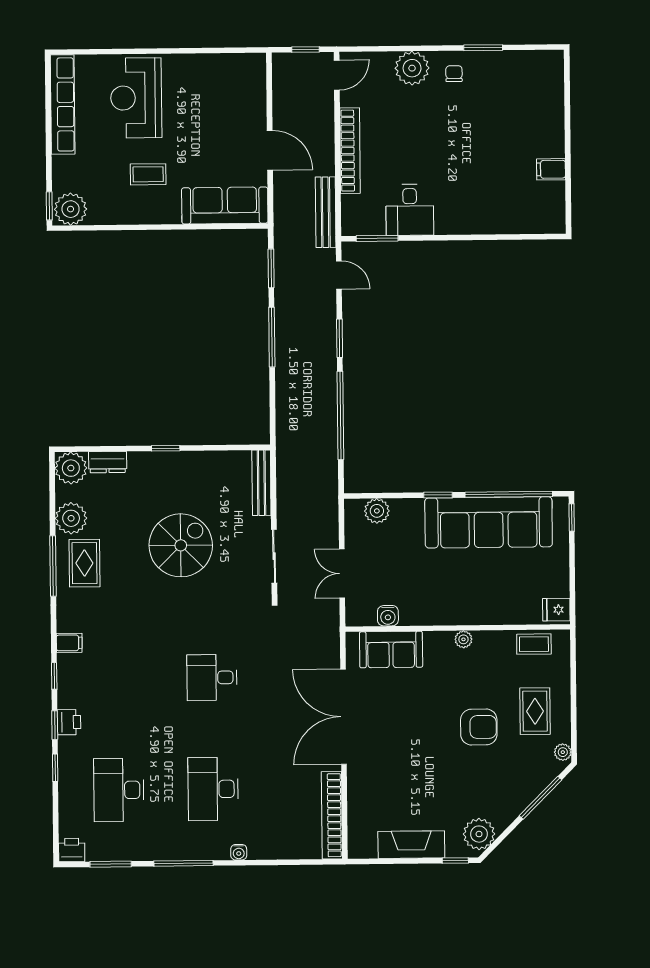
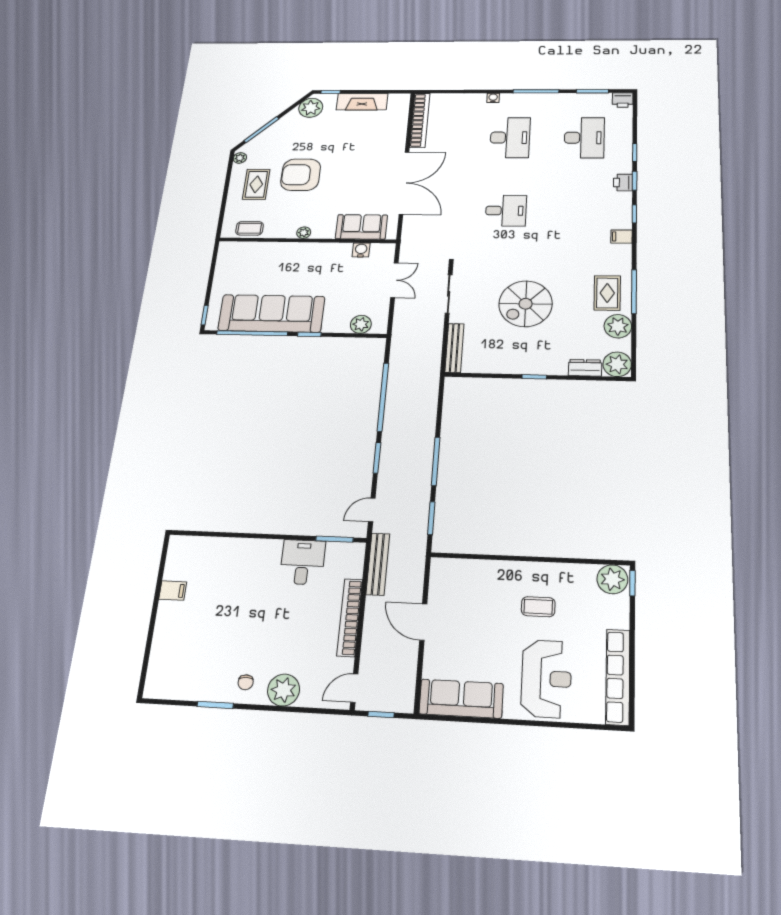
sofa: (225, 205) -> (461, 699), moved, turned 180
door: (339, 275) -> (372, 510), hinge flipped
fridge: (556, 610) -> (228, 251), removed
armchair: (479, 727) -> (301, 175), width x1.36, depth x1.36

